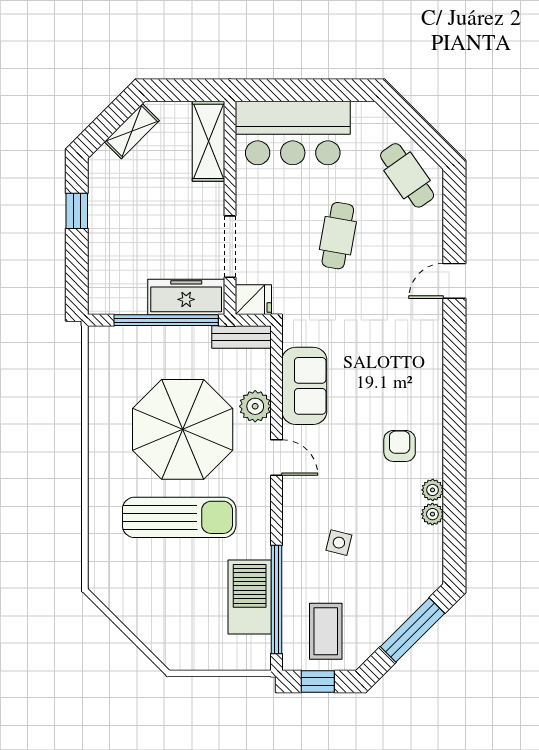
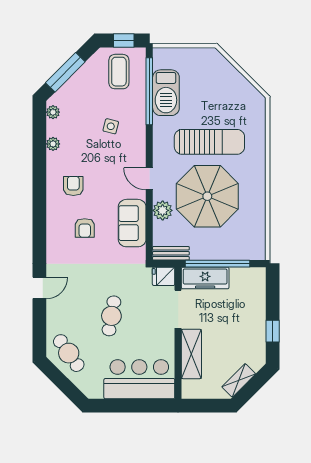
shelving: (208, 141) -> (191, 354), moved
armchair: (381, 378) -> (85, 228), added
armchair: (400, 446) -> (73, 186), turned 180
plant: (433, 490) -> (53, 112), moved
sun lounger: (179, 517) -> (209, 142), turned 180

